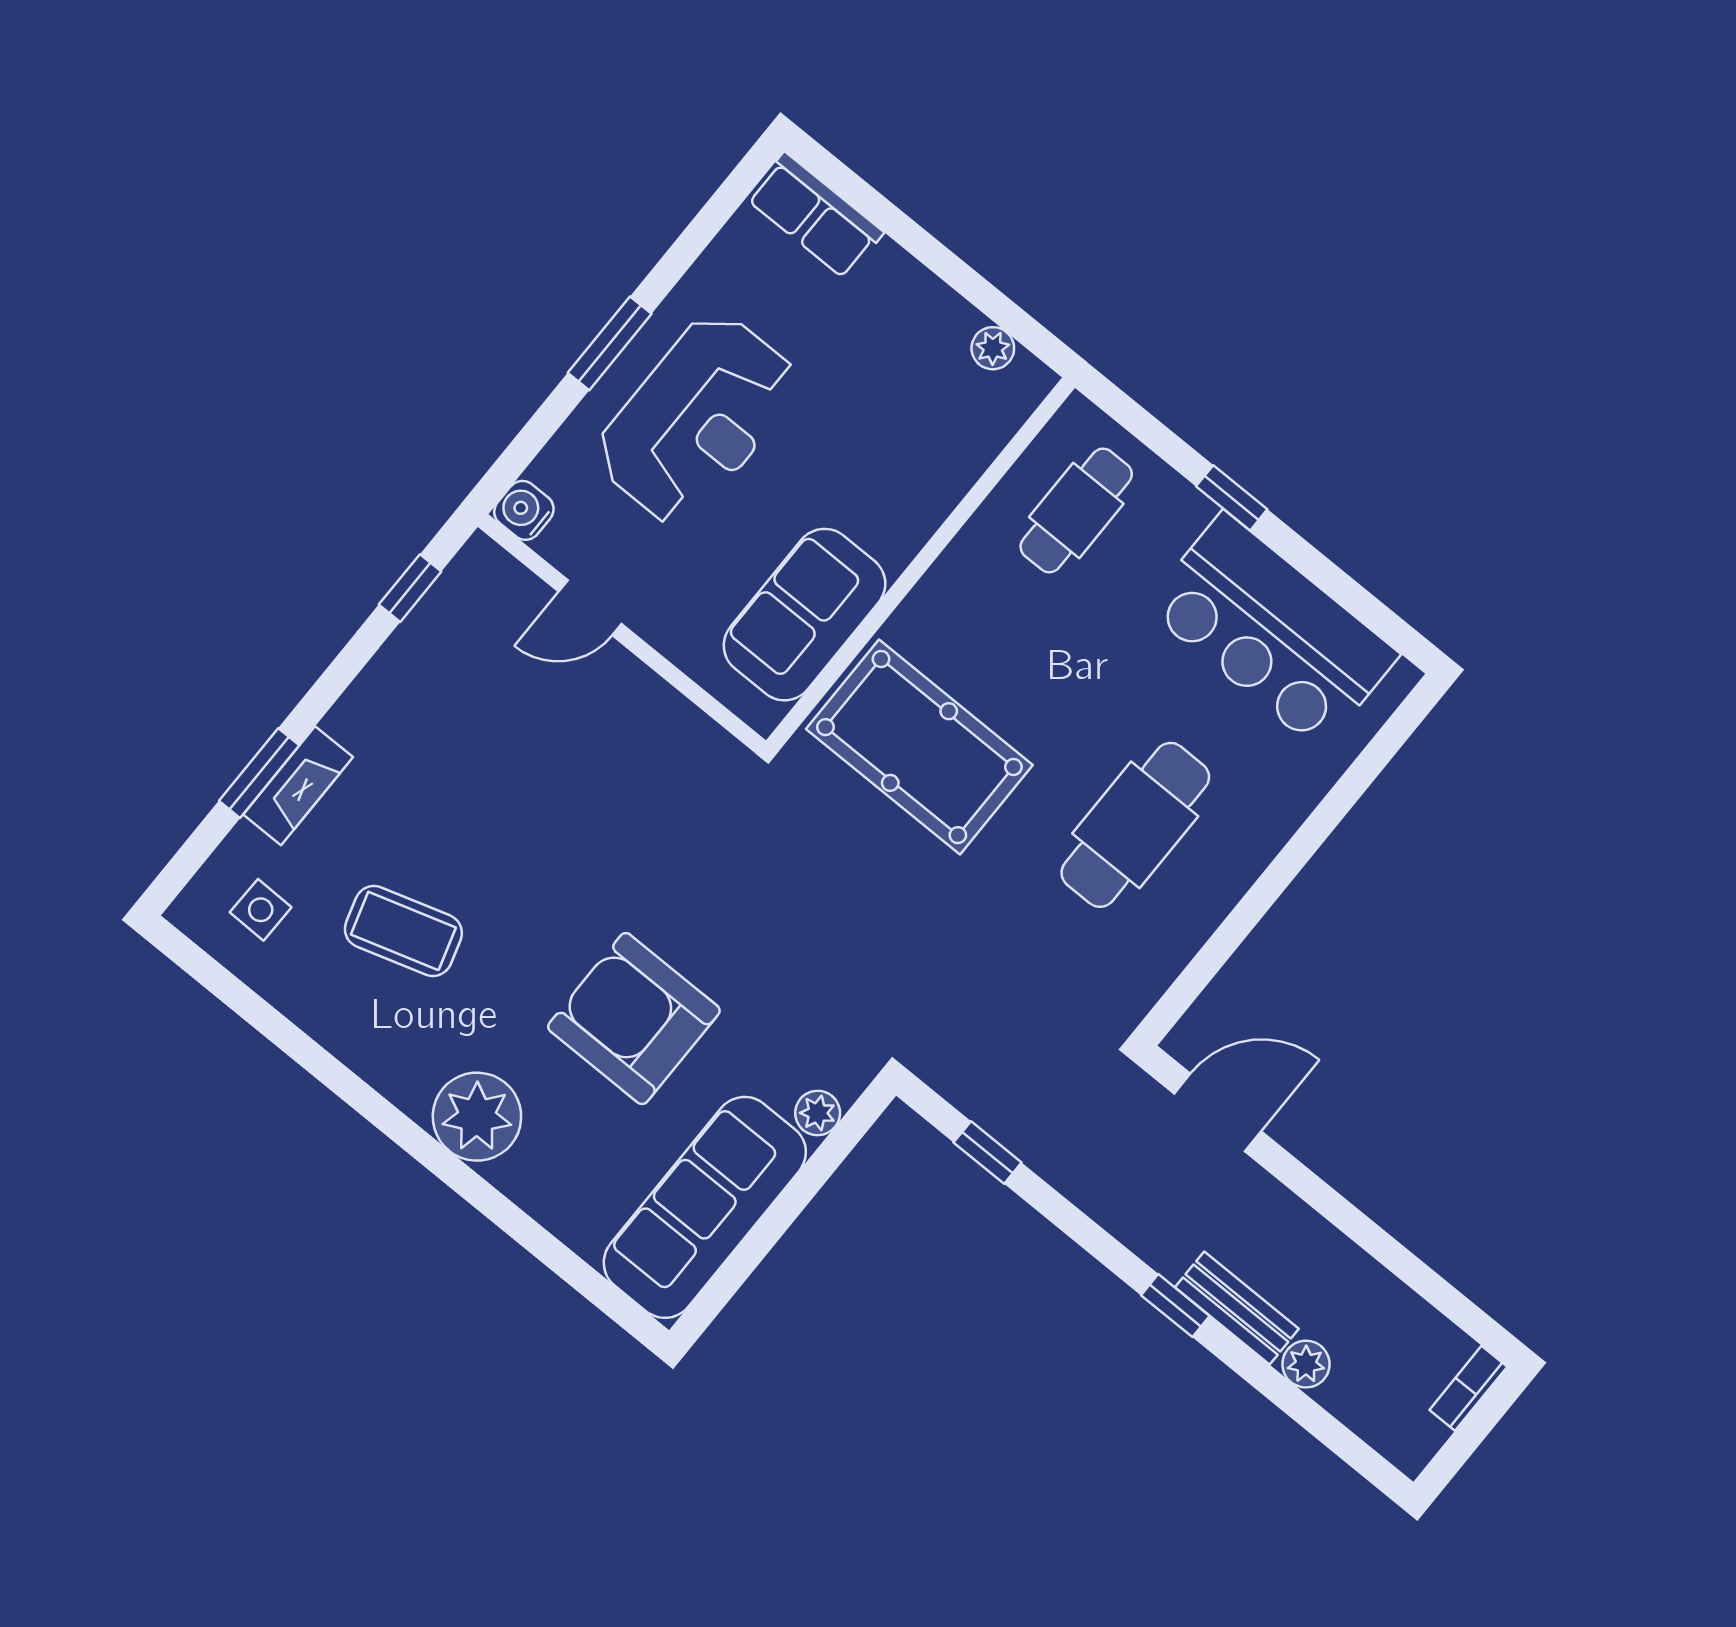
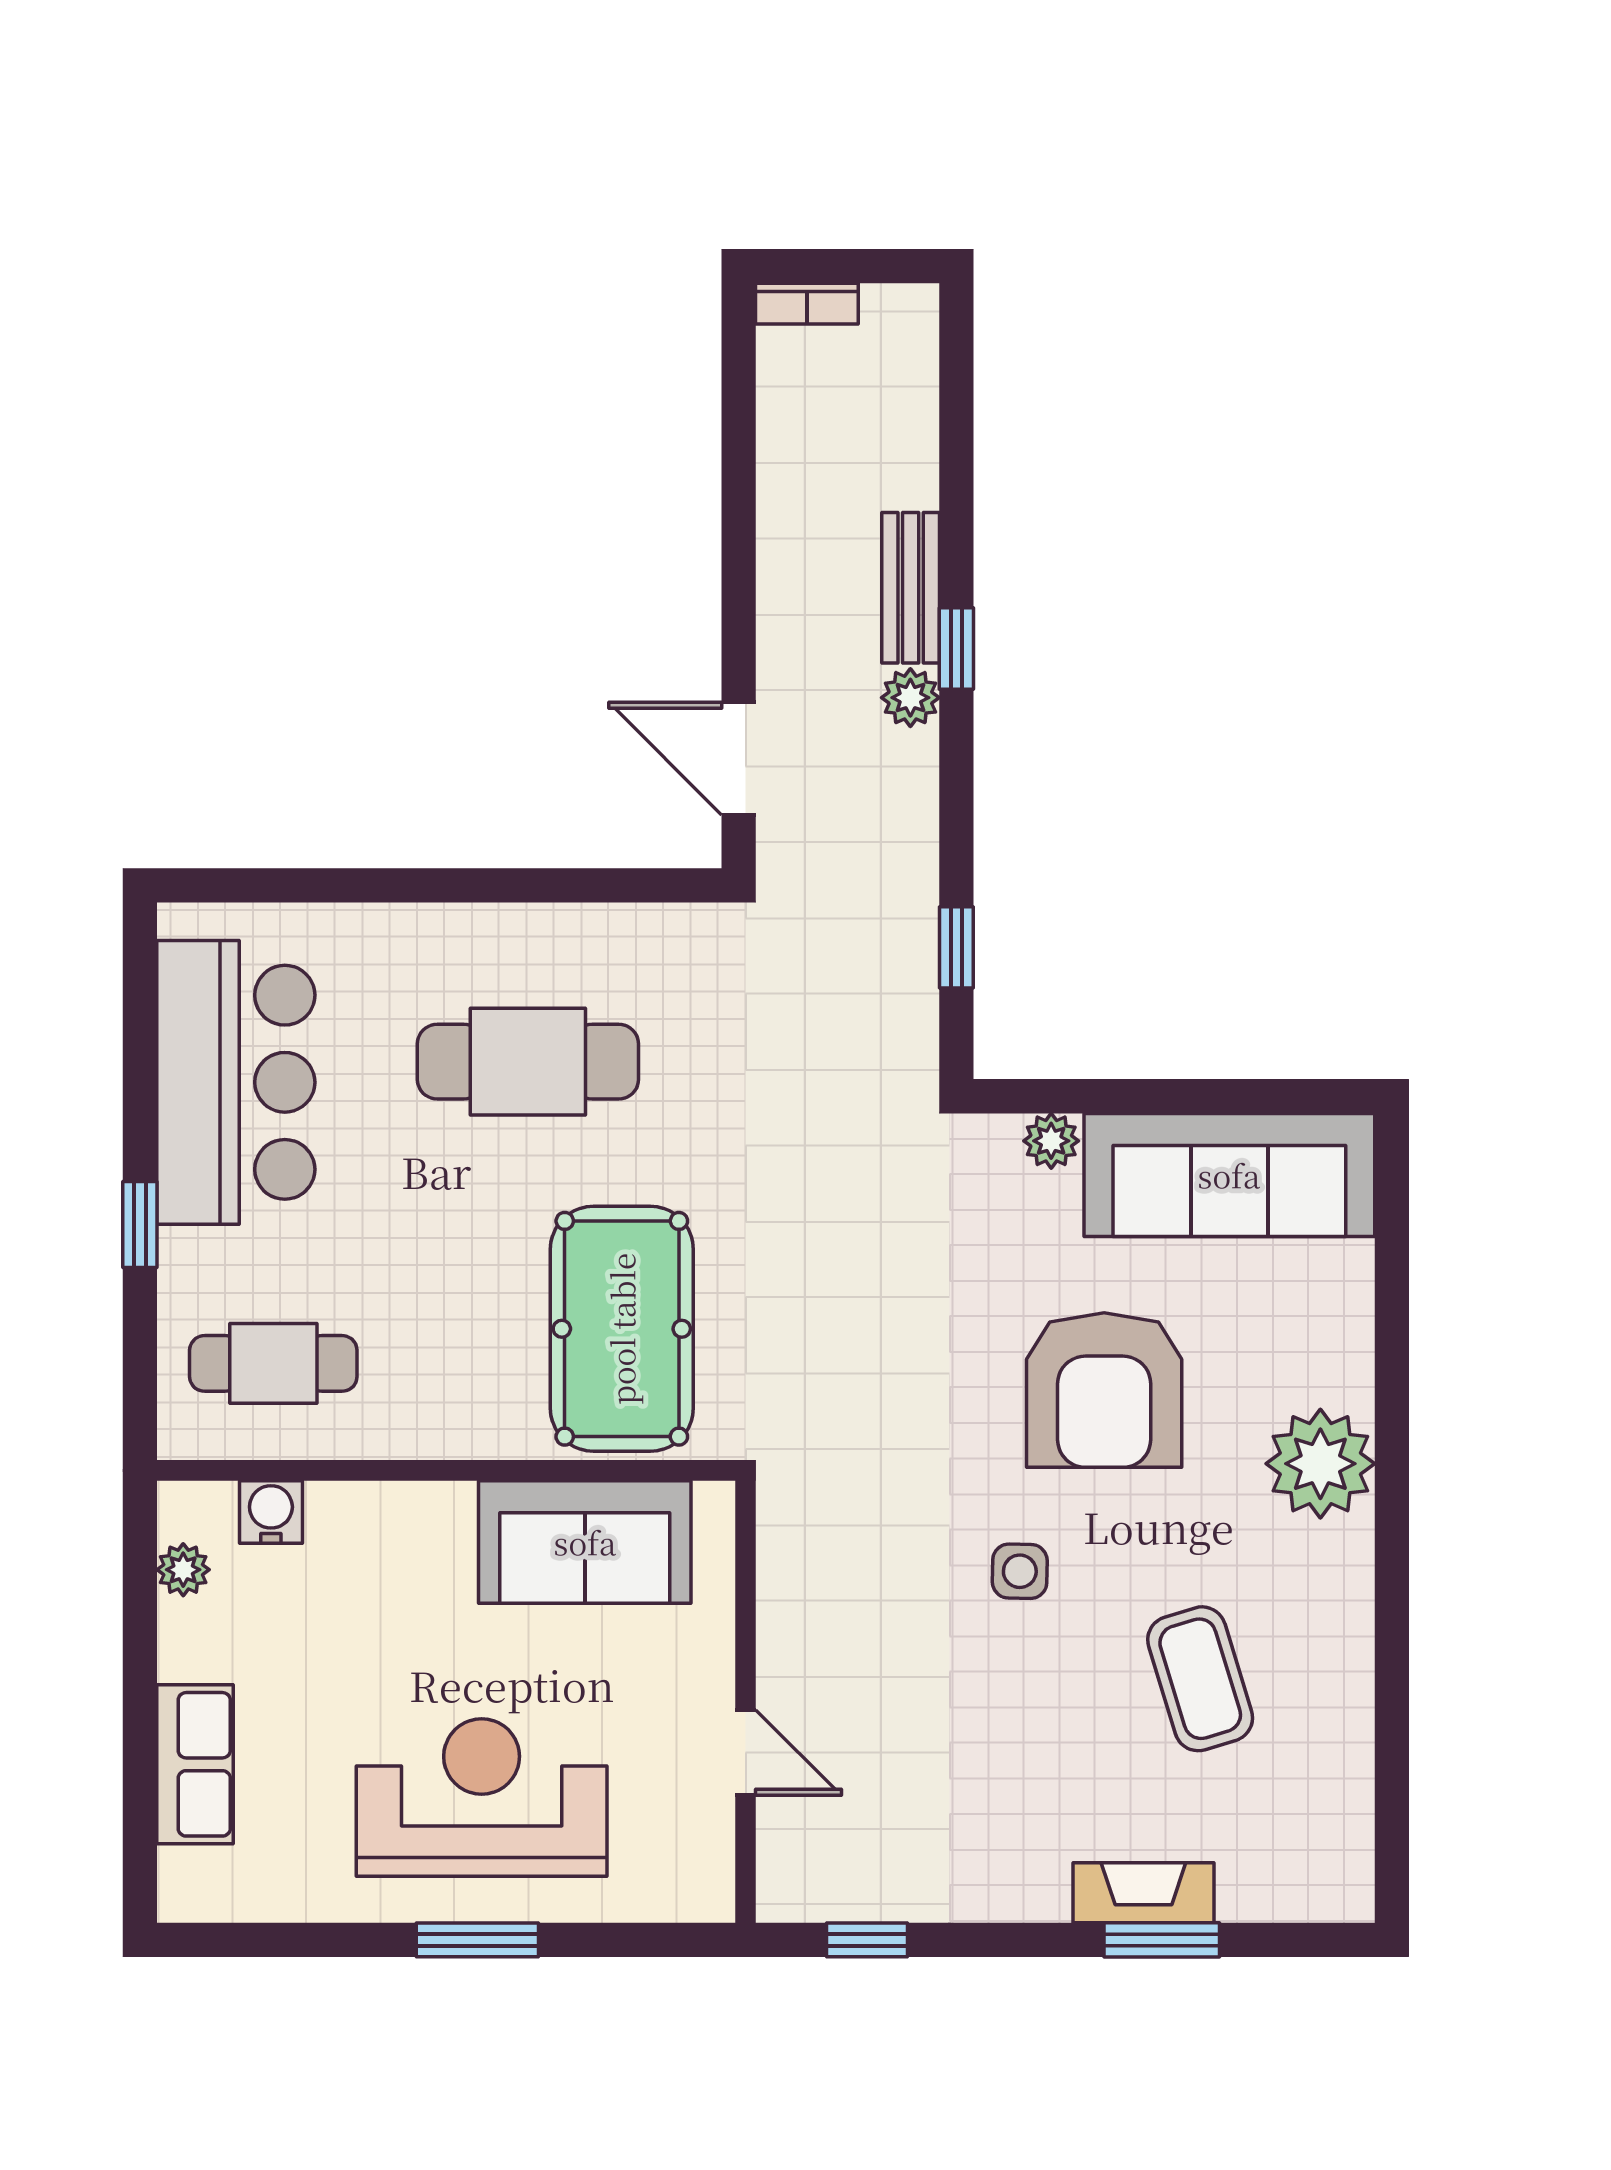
row of seats: (815, 216) -> (195, 1764), moved
water cooler: (524, 510) -> (271, 1512), moved, turned 180
side table: (261, 910) -> (1020, 1571), moved
plant: (1306, 1364) -> (910, 698), moved

